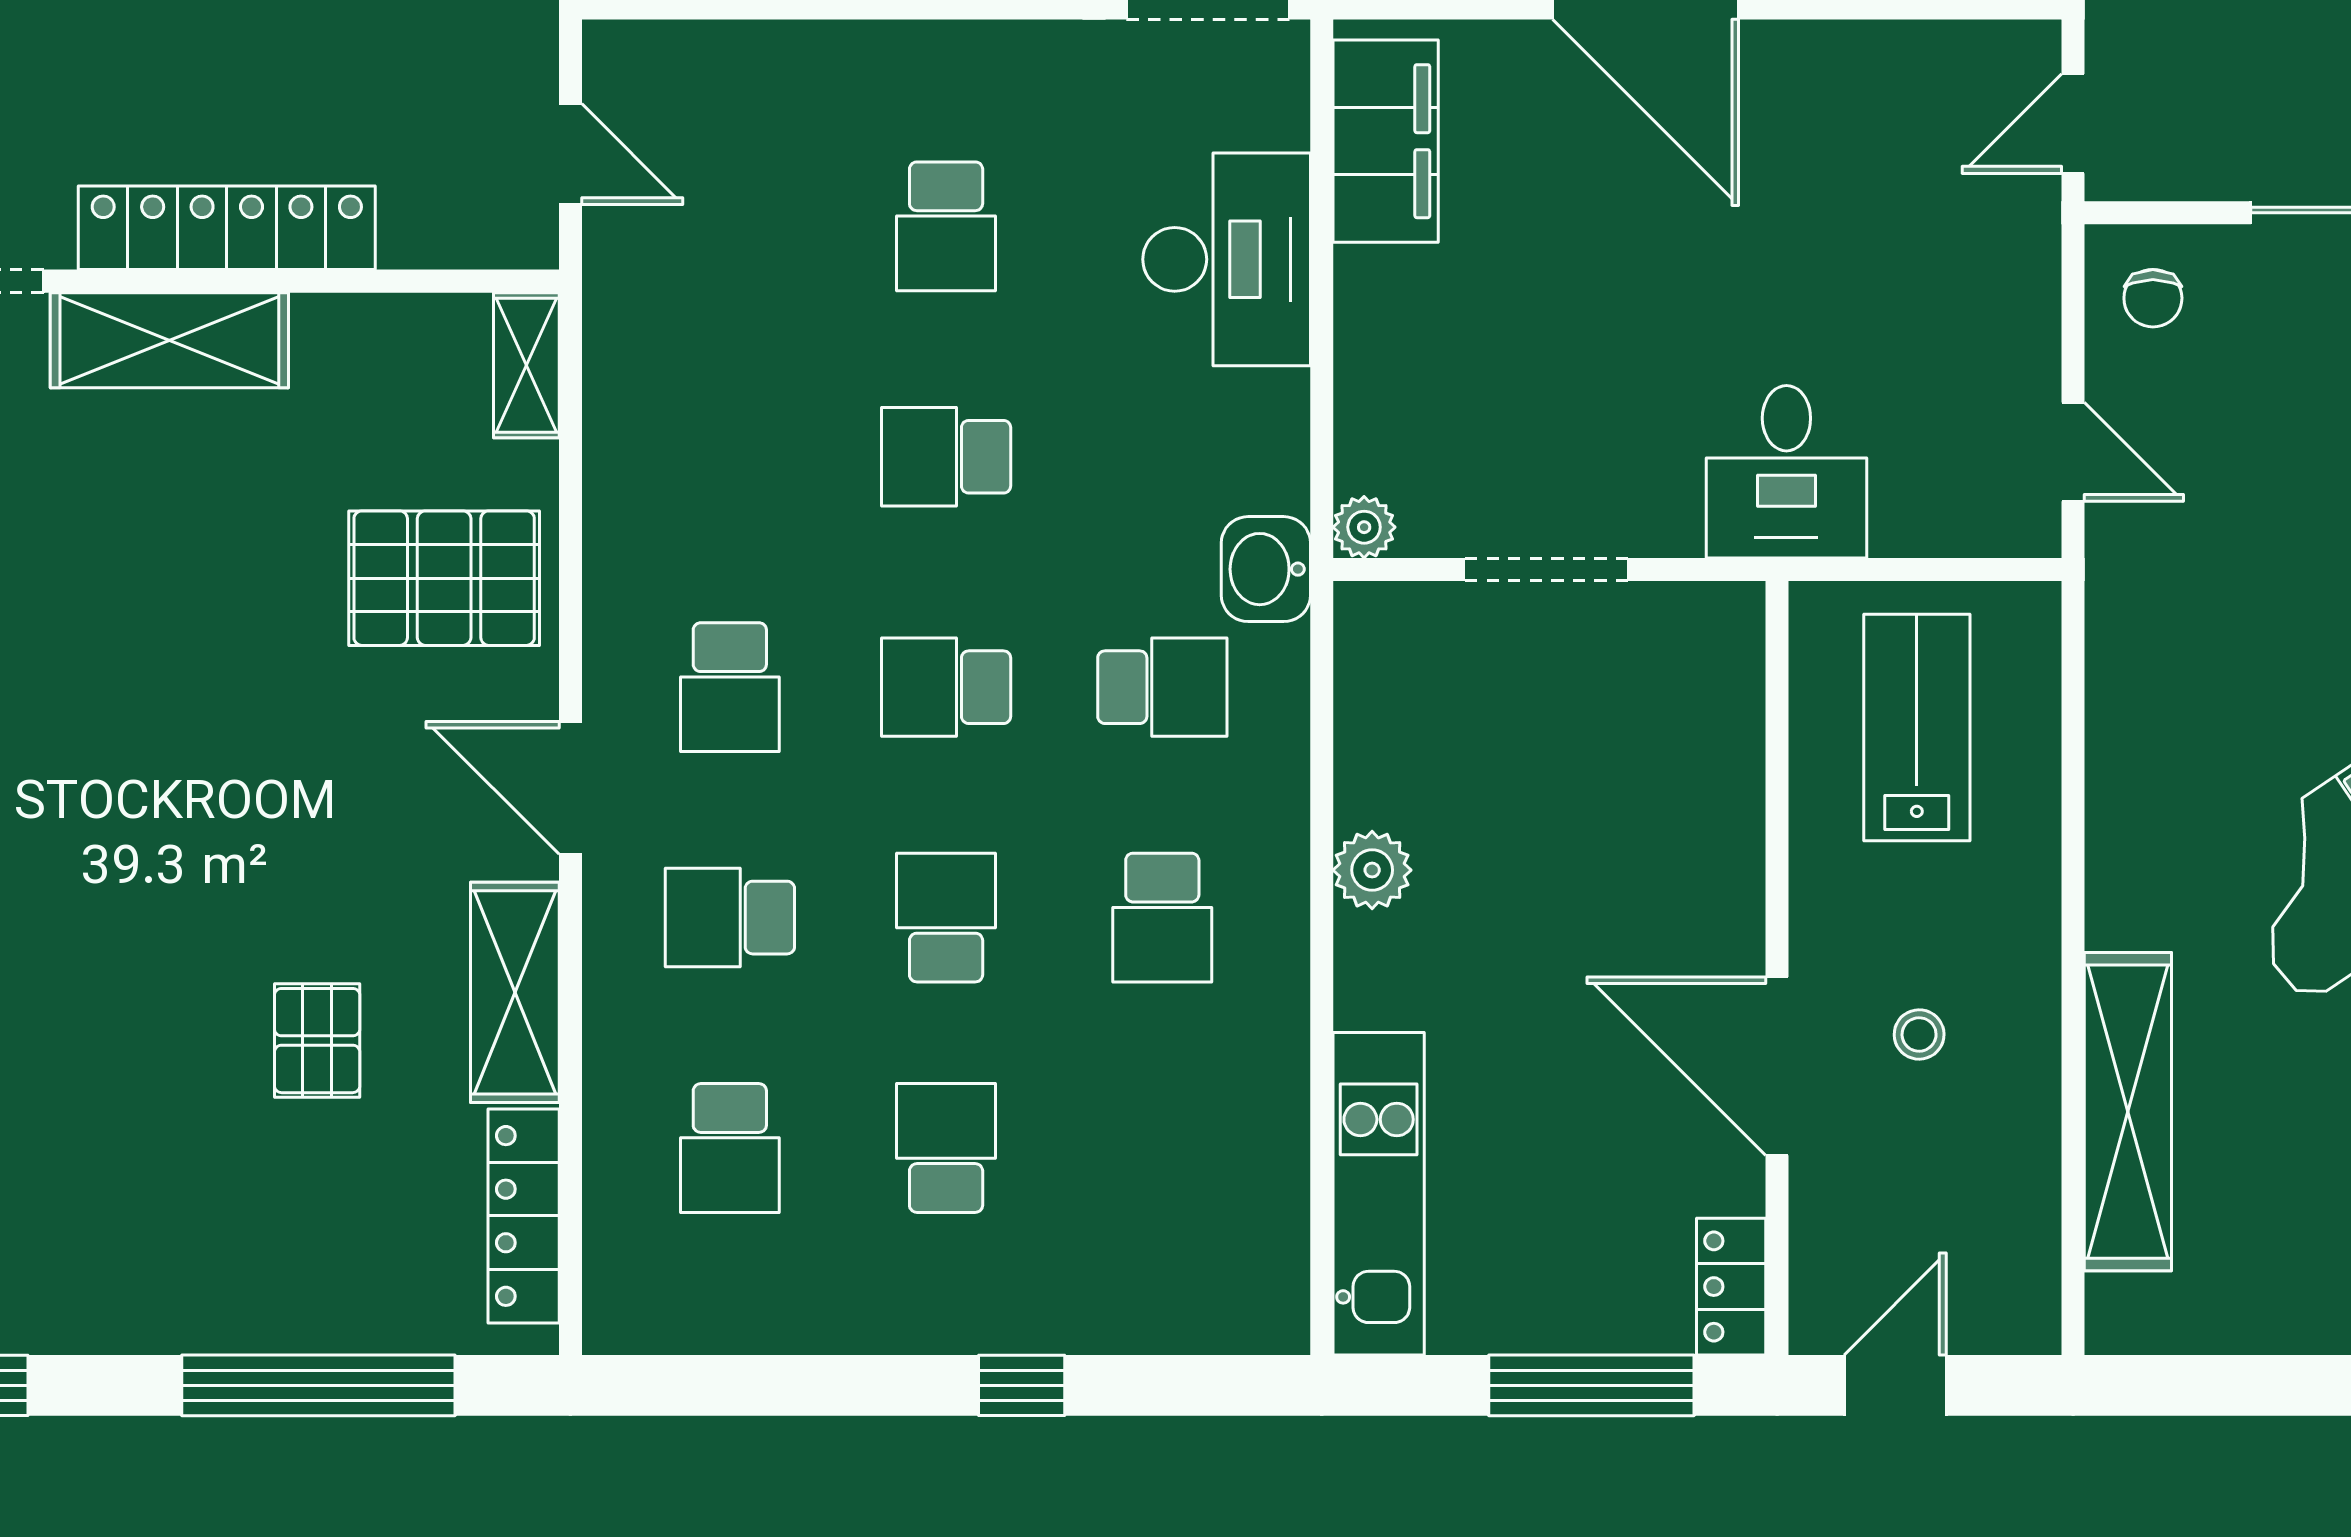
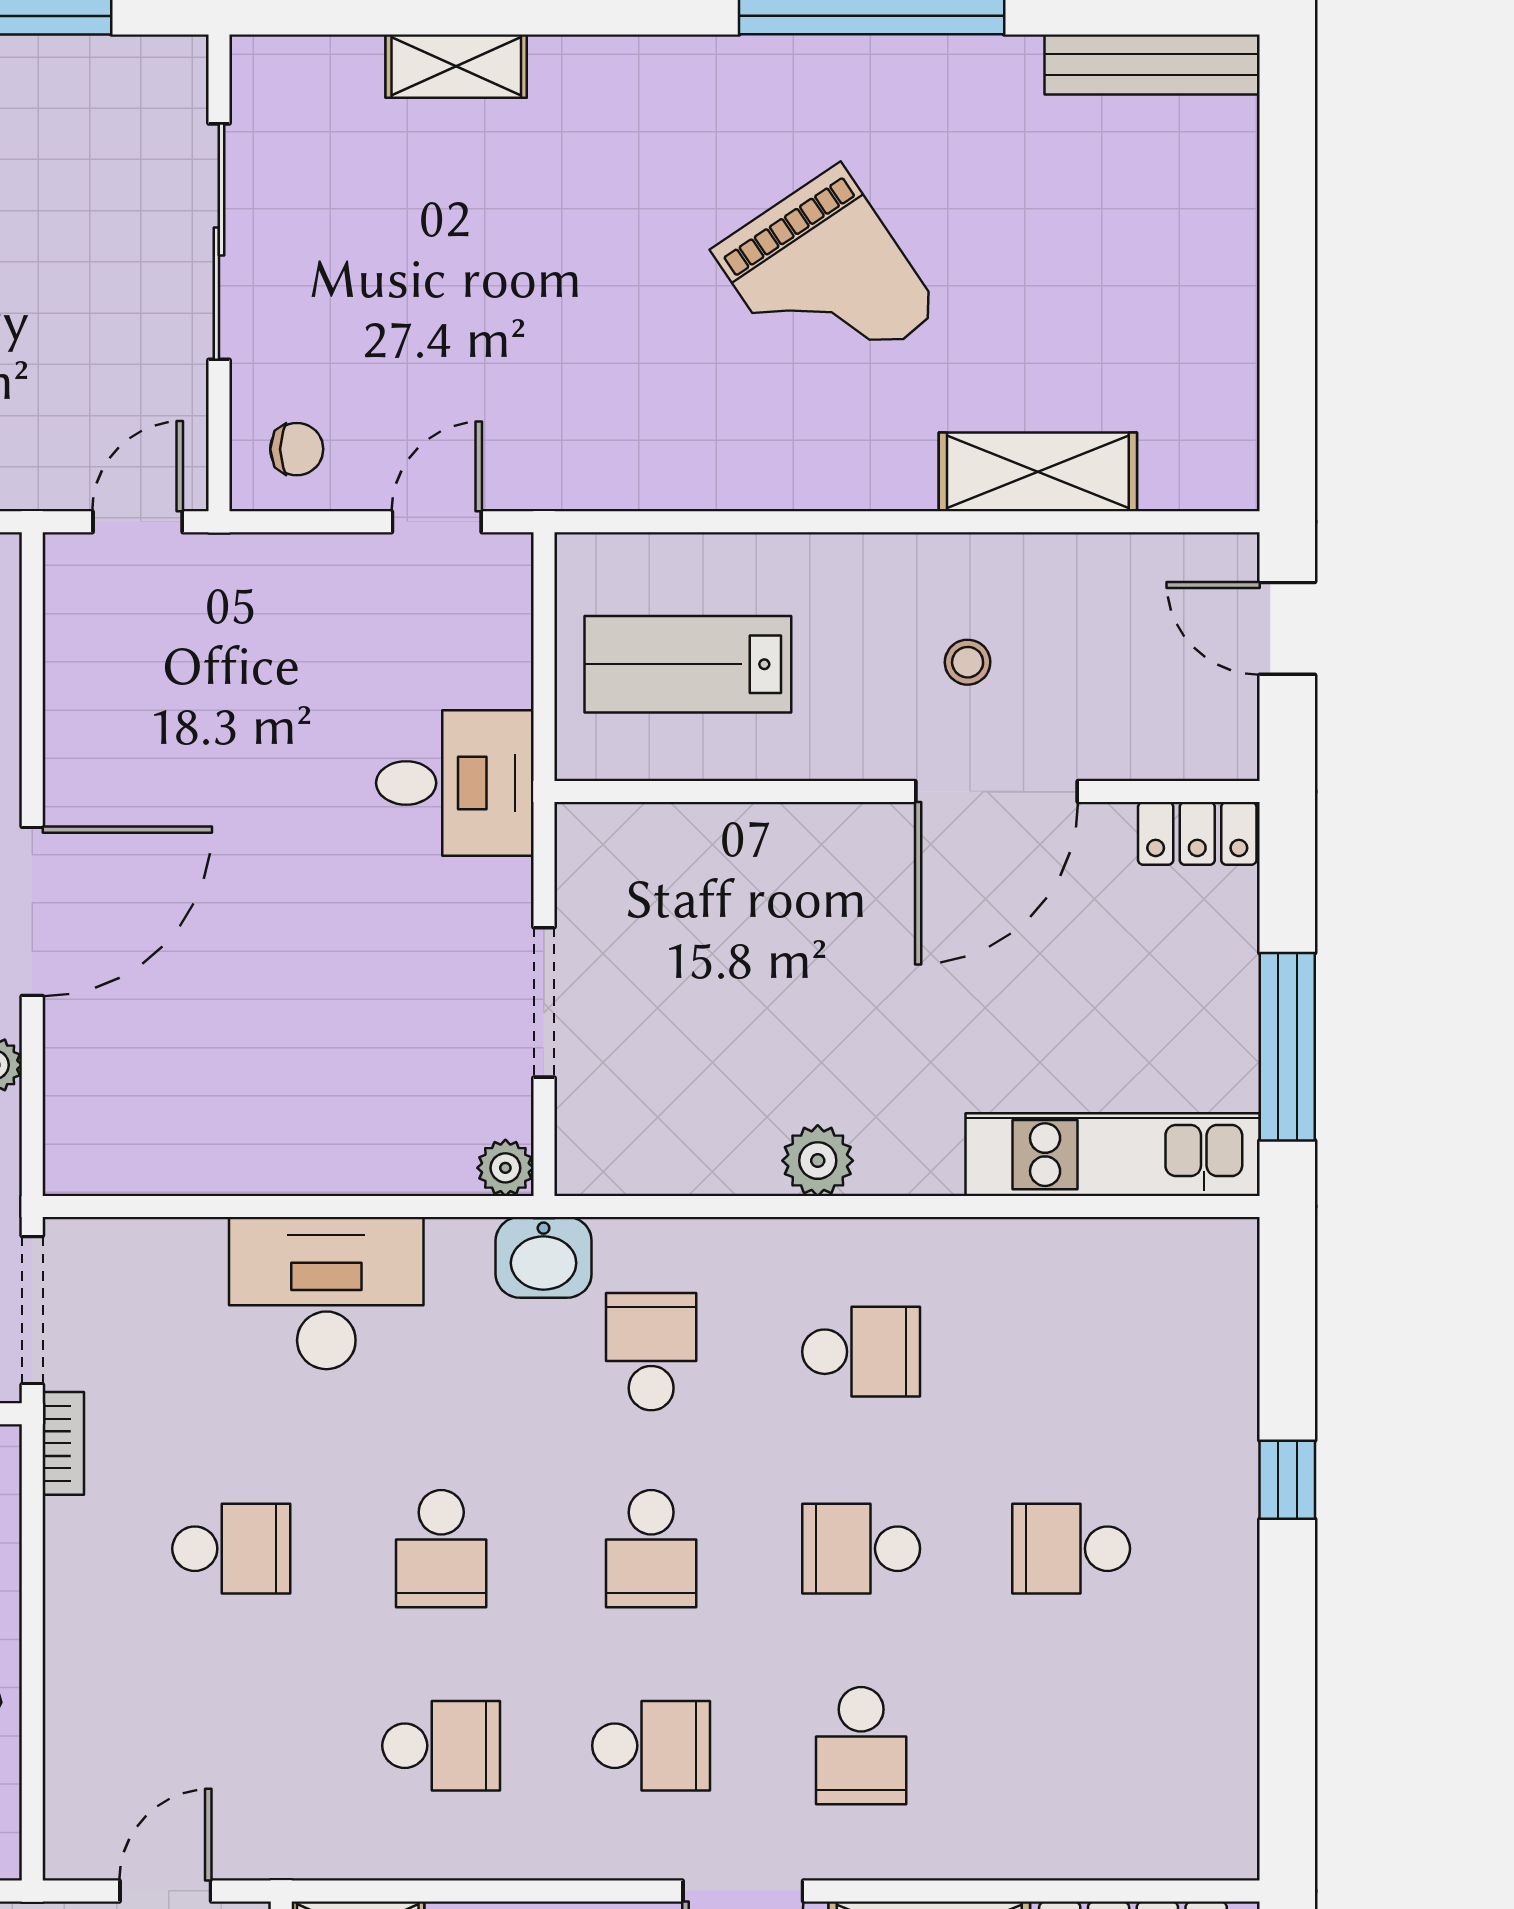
bookcase: (1062, 42) -> (63, 1443), added
door: (2073, 124) -> (138, 522), swing flipped
filing cabinet: (1386, 141) -> (154, 1148), removed
desk: (1227, 259) -> (326, 1293), moved
shelving: (2128, 1112) -> (1038, 472), width x0.68
school desk: (730, 1148) -> (441, 1746), moved
window: (1591, 1385) -> (1287, 1047), moved
door: (1895, 1385) -> (1287, 628), moved

